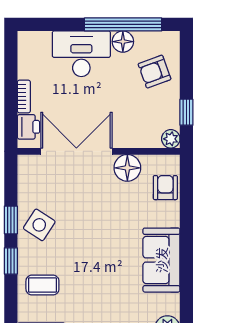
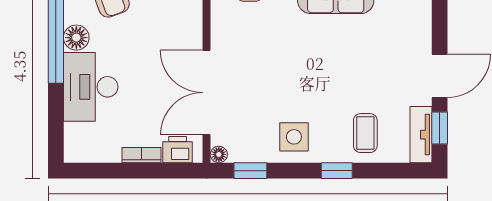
floor lamp: (127, 168) -> (219, 154), moved, width x0.53, depth x0.53
window: (11, 220) -> (250, 171), moved
side table: (39, 225) -> (294, 137), turned -33

